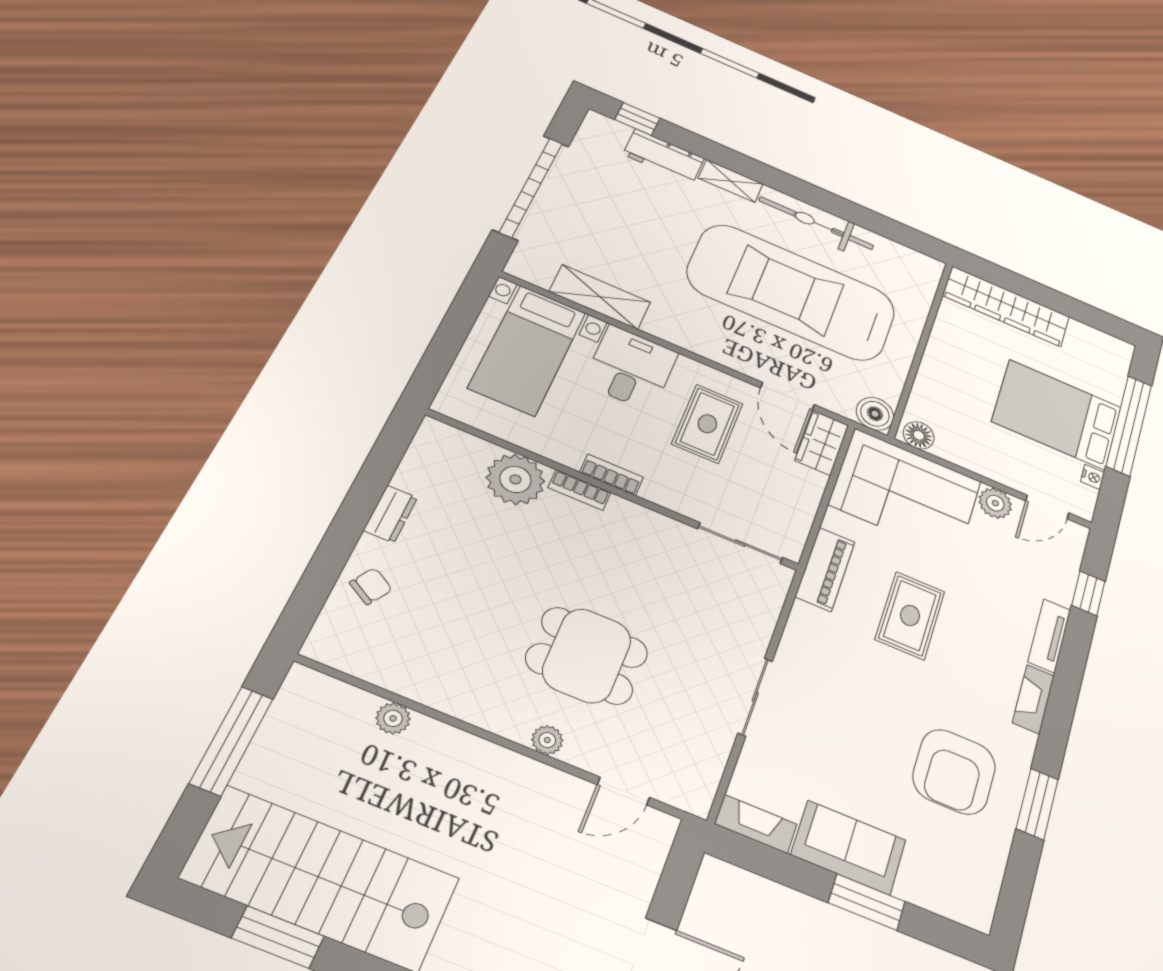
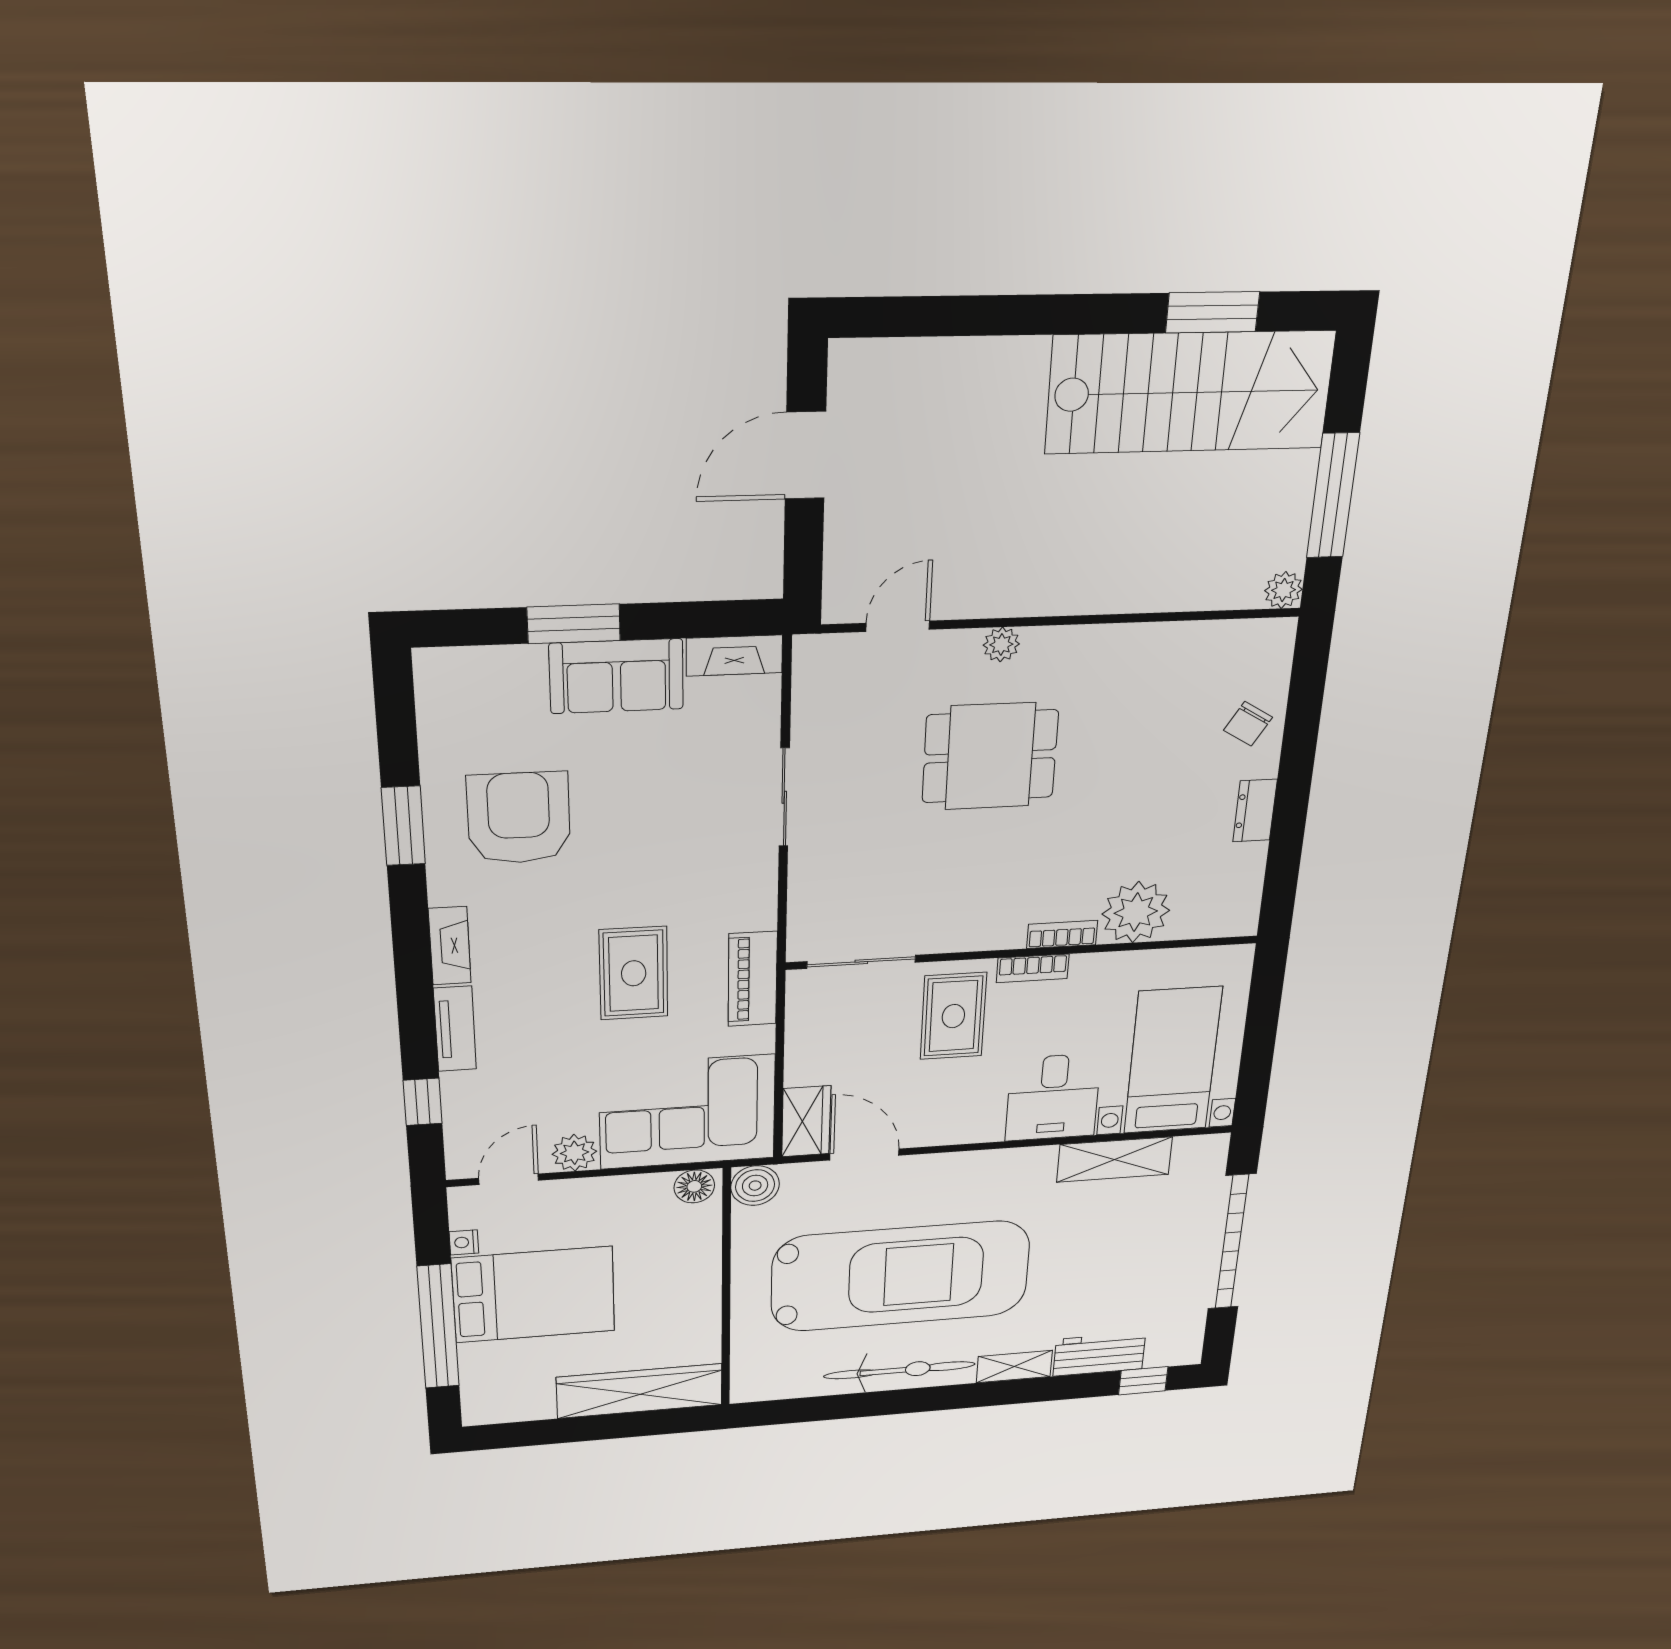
rug: (707, 424) -> (953, 1016), moved
plant: (393, 718) -> (1283, 590), moved

